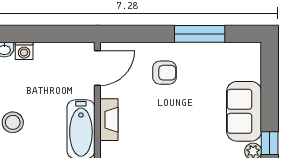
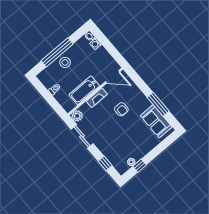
armchair: (164, 73) -> (121, 109), moved
sofa: (244, 111) -> (156, 121), moved, turned -90

